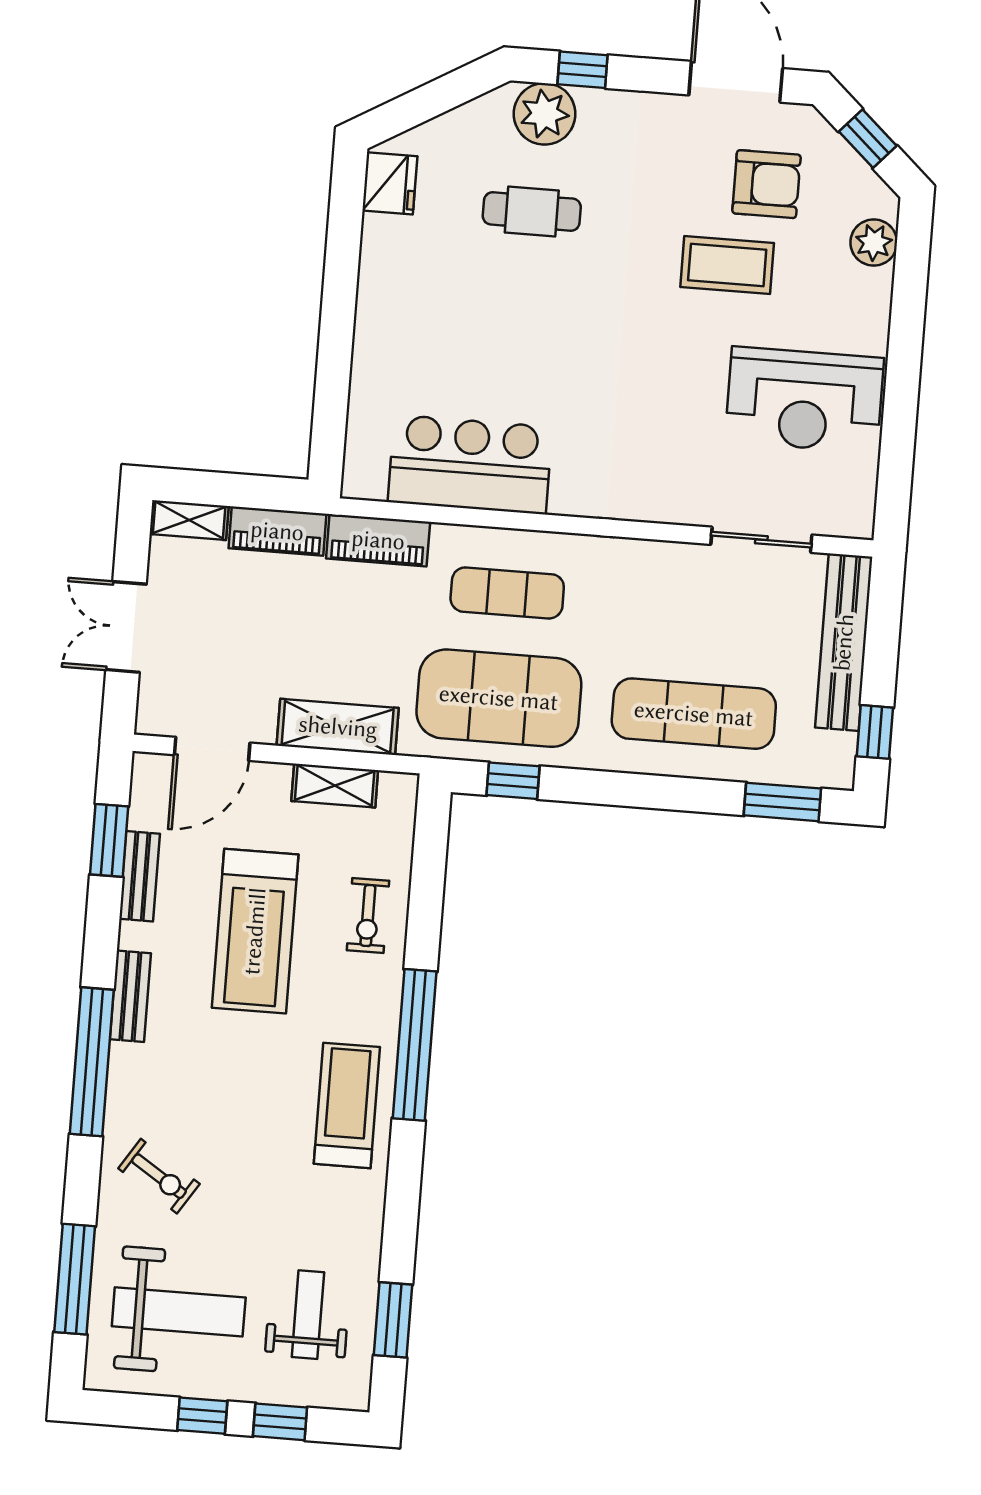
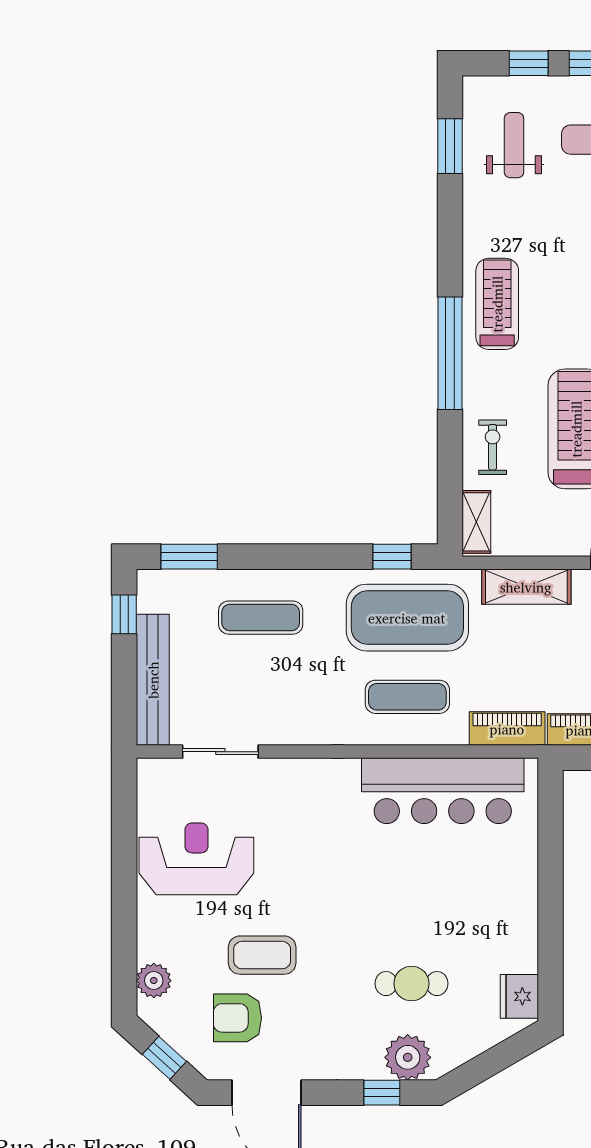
bar counter: (470, 465) -> (443, 791), width x1.36
exercise mat: (694, 714) -> (261, 618), width x0.73, depth x0.69
shelving: (335, 786) -> (476, 522), moved, turned 90
treadmill: (347, 1105) -> (497, 304), turned 180
weight bench: (308, 1315) -> (514, 145), turned 180

